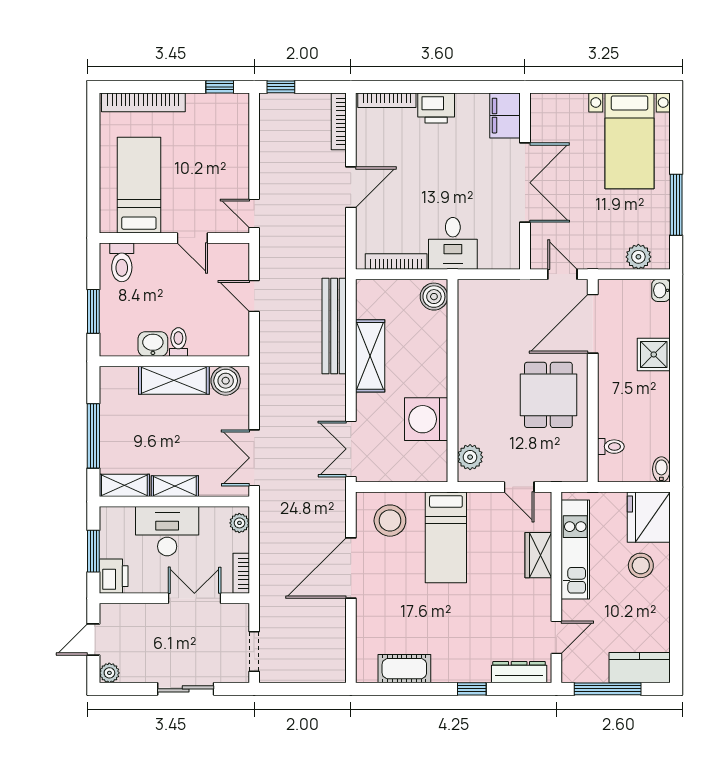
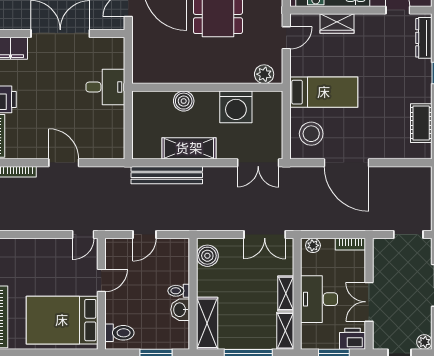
bed: (139, 185) -> (62, 320), width x1.50
bookcase: (396, 262) -> (119, 129), removed
boiler: (434, 297) -> (184, 101), moved
shelving: (174, 380) -> (207, 323), moved
double door: (194, 598) -> (369, 302), moved

